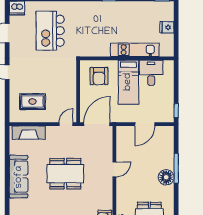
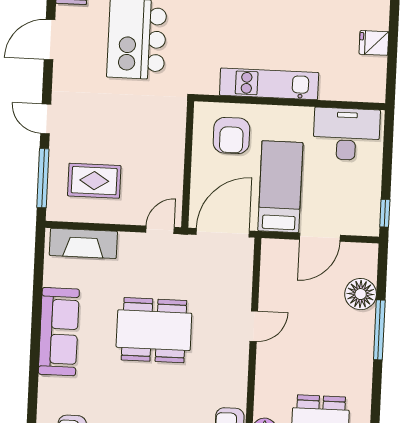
kitchen unit: (135, 50) -> (269, 84), moved
desk: (151, 73) -> (346, 134), width x1.37
bed: (128, 82) -> (280, 187), moved, turned 180
window: (7, 101) -> (43, 178), added
floor lamp: (166, 177) -> (361, 294), moved

